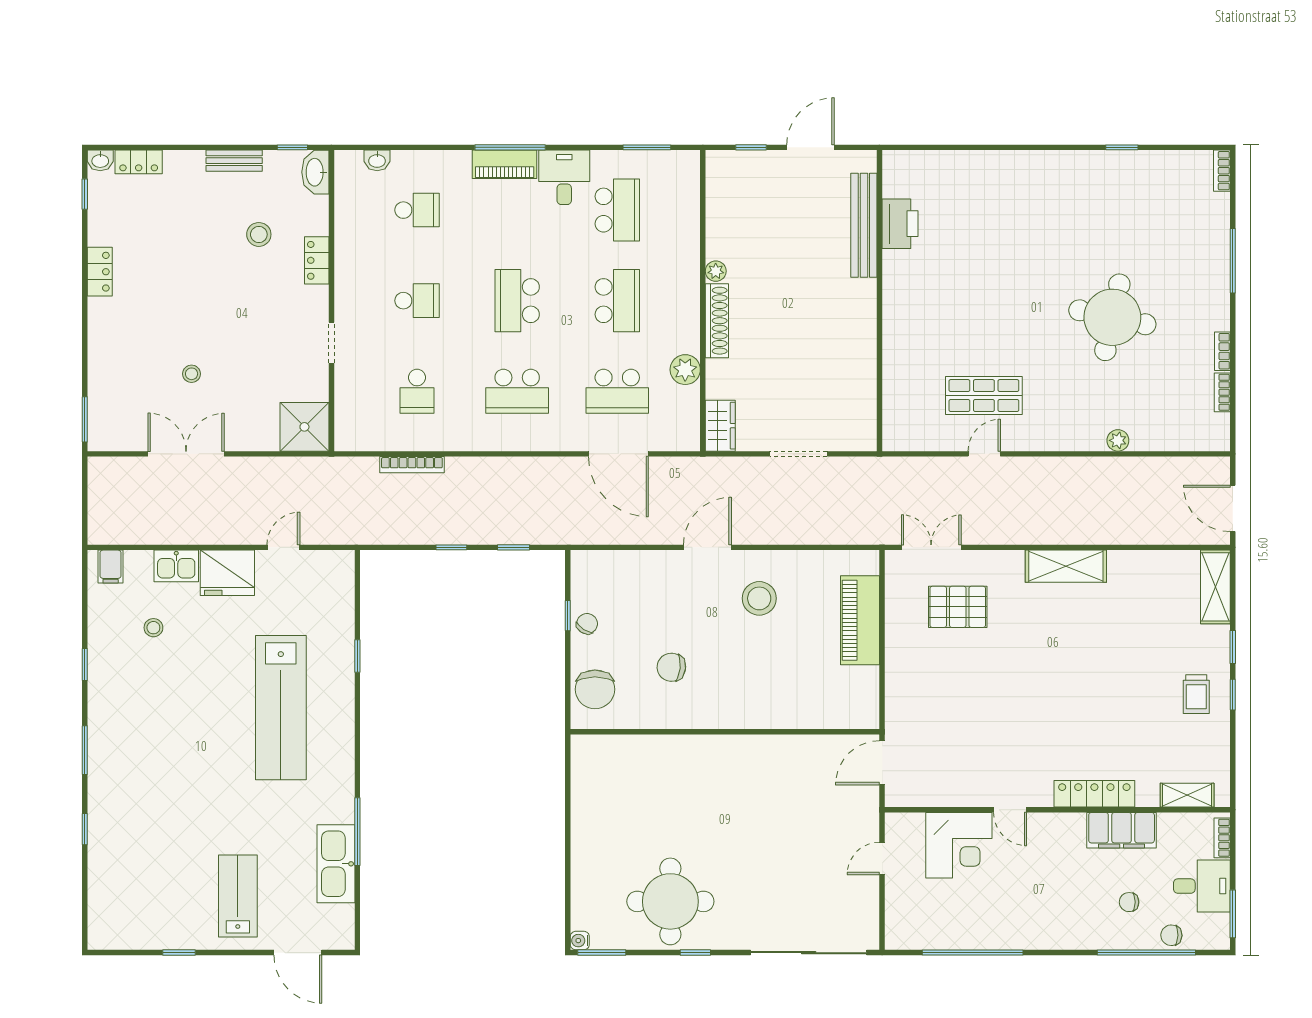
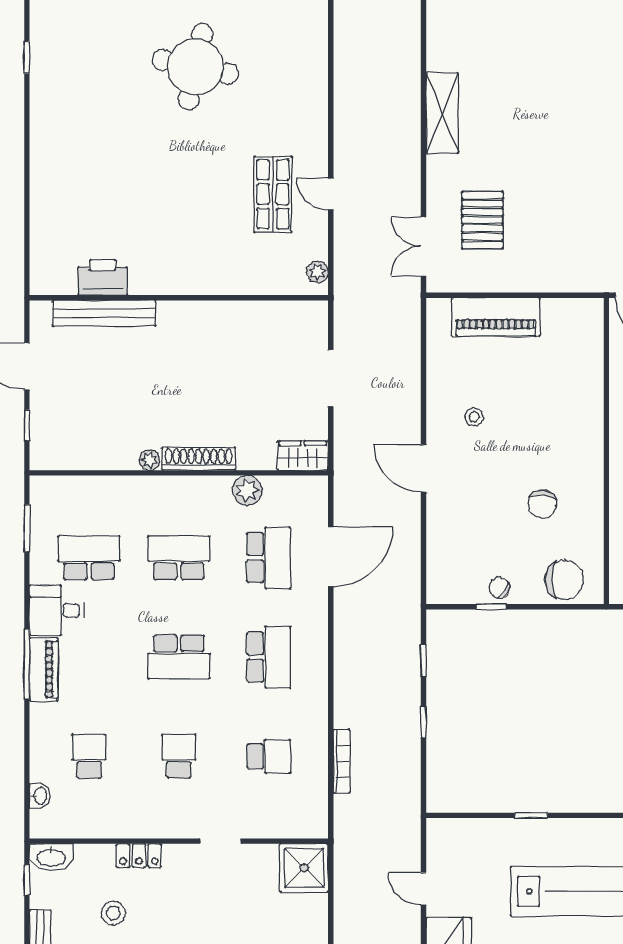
plant: (1118, 440) -> (317, 272), moved
stool: (759, 598) -> (474, 417), width x0.53, depth x0.53

